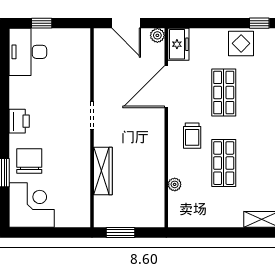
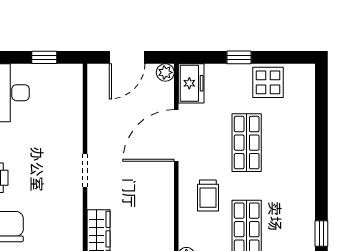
window: (42, 23) -> (44, 57), moved
door: (126, 23) -> (127, 57), hinge flipped
window: (259, 23) -> (239, 57), moved

